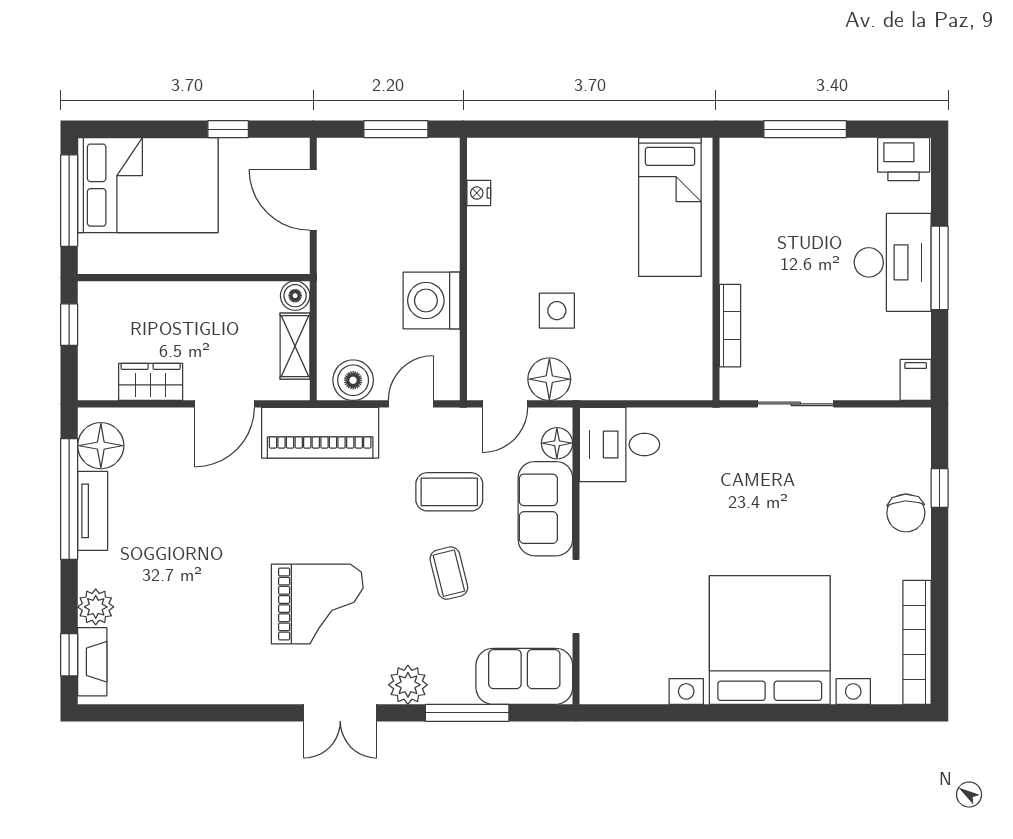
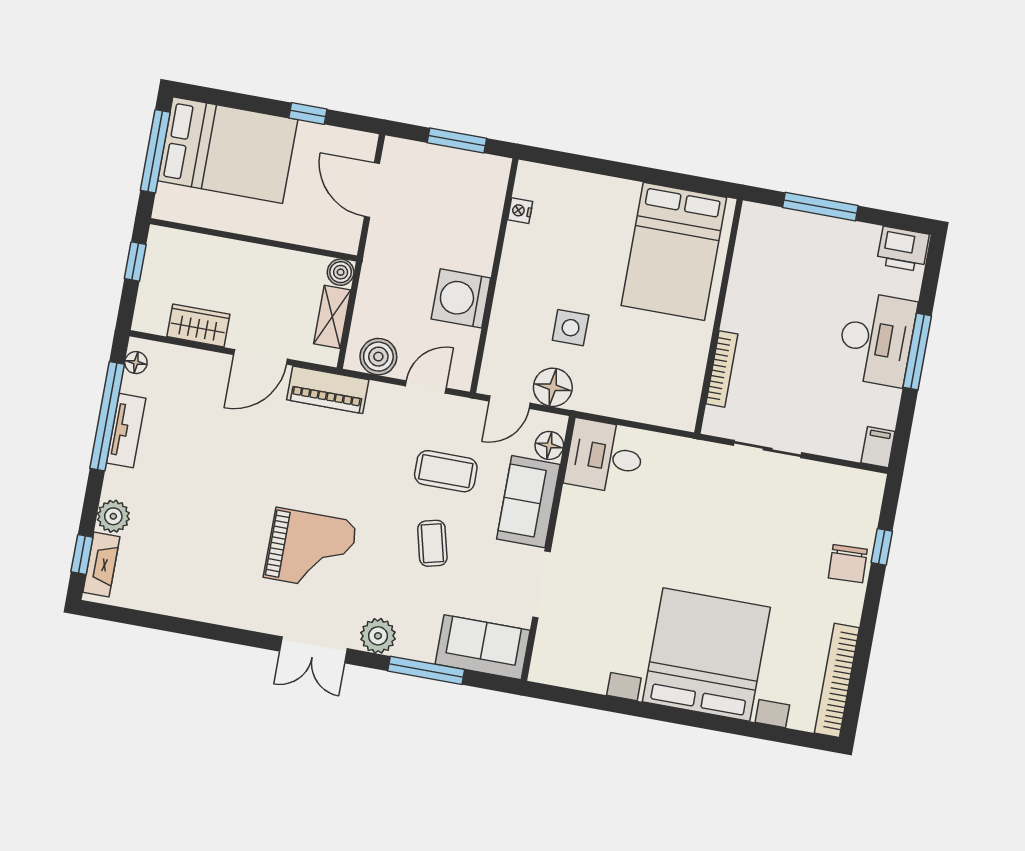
bed: (670, 207) -> (674, 251), width x1.50
piano: (320, 433) -> (328, 390), width x0.73, depth x0.75
floor lamp: (101, 446) -> (136, 363), width x0.53, depth x0.53

